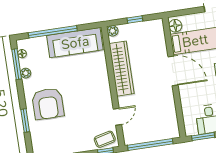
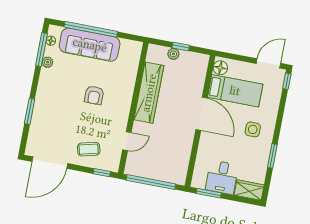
plant: (113, 31) -> (173, 54), moved
sofa: (75, 43) -> (90, 45), moved
armchair: (48, 104) -> (94, 95), moved, width x0.53, depth x0.53
coffee table: (105, 139) -> (89, 149), moved

